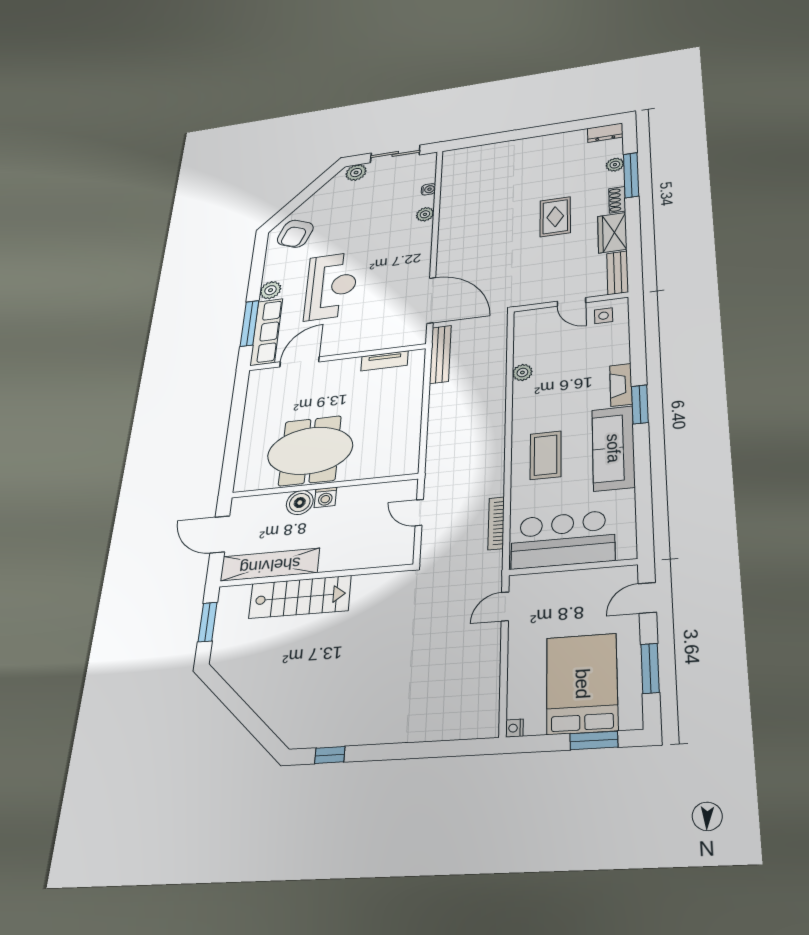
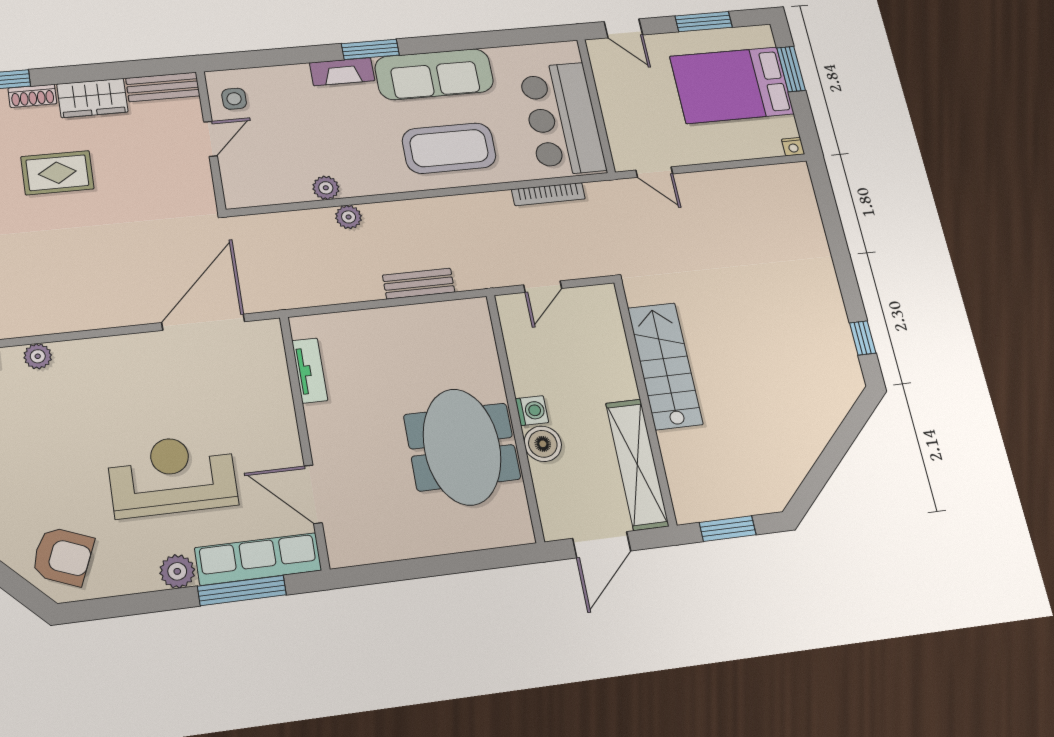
bench: (440, 354) -> (419, 284), moved, width x0.73
plant: (497, 386) -> (349, 217), added
coffee table: (546, 455) -> (449, 148), width x1.36, depth x1.32
stairs: (300, 597) -> (665, 366), moved

